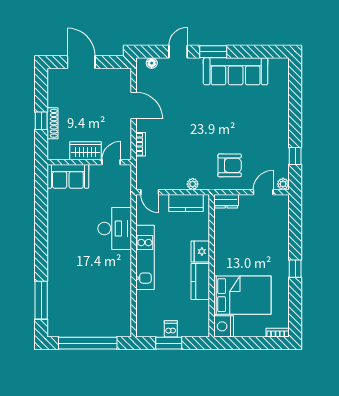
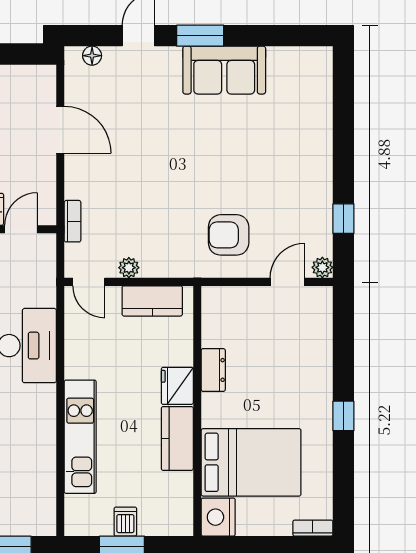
sofa: (236, 71) -> (224, 70), width x0.73
bookcase: (141, 144) -> (73, 221), moved
armchair: (230, 165) -> (229, 235), turned 180
plant: (193, 184) -> (129, 268), moved
dresser: (226, 201) -> (213, 370), moved, turned -90
kitchen unit: (145, 257) -> (80, 437), moved

